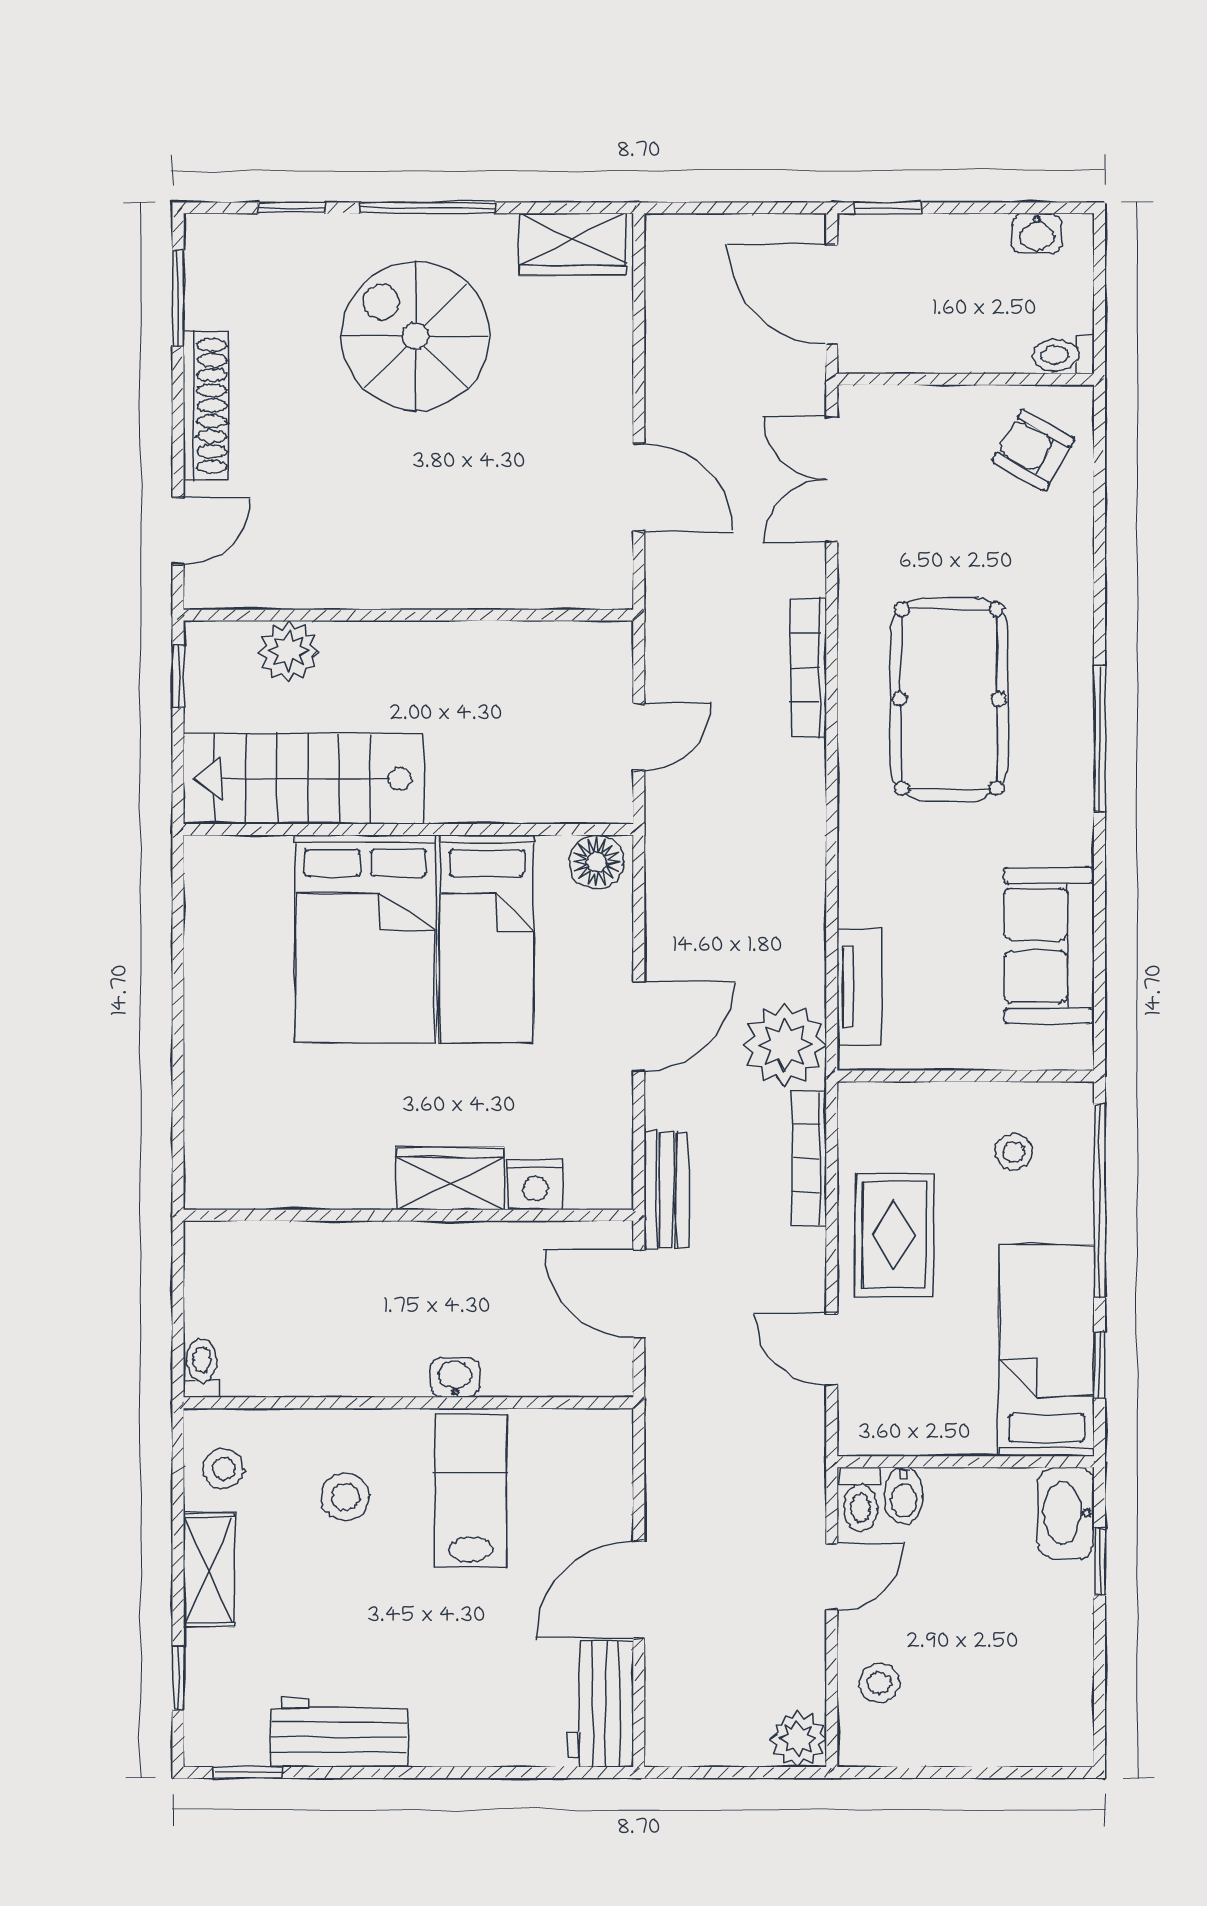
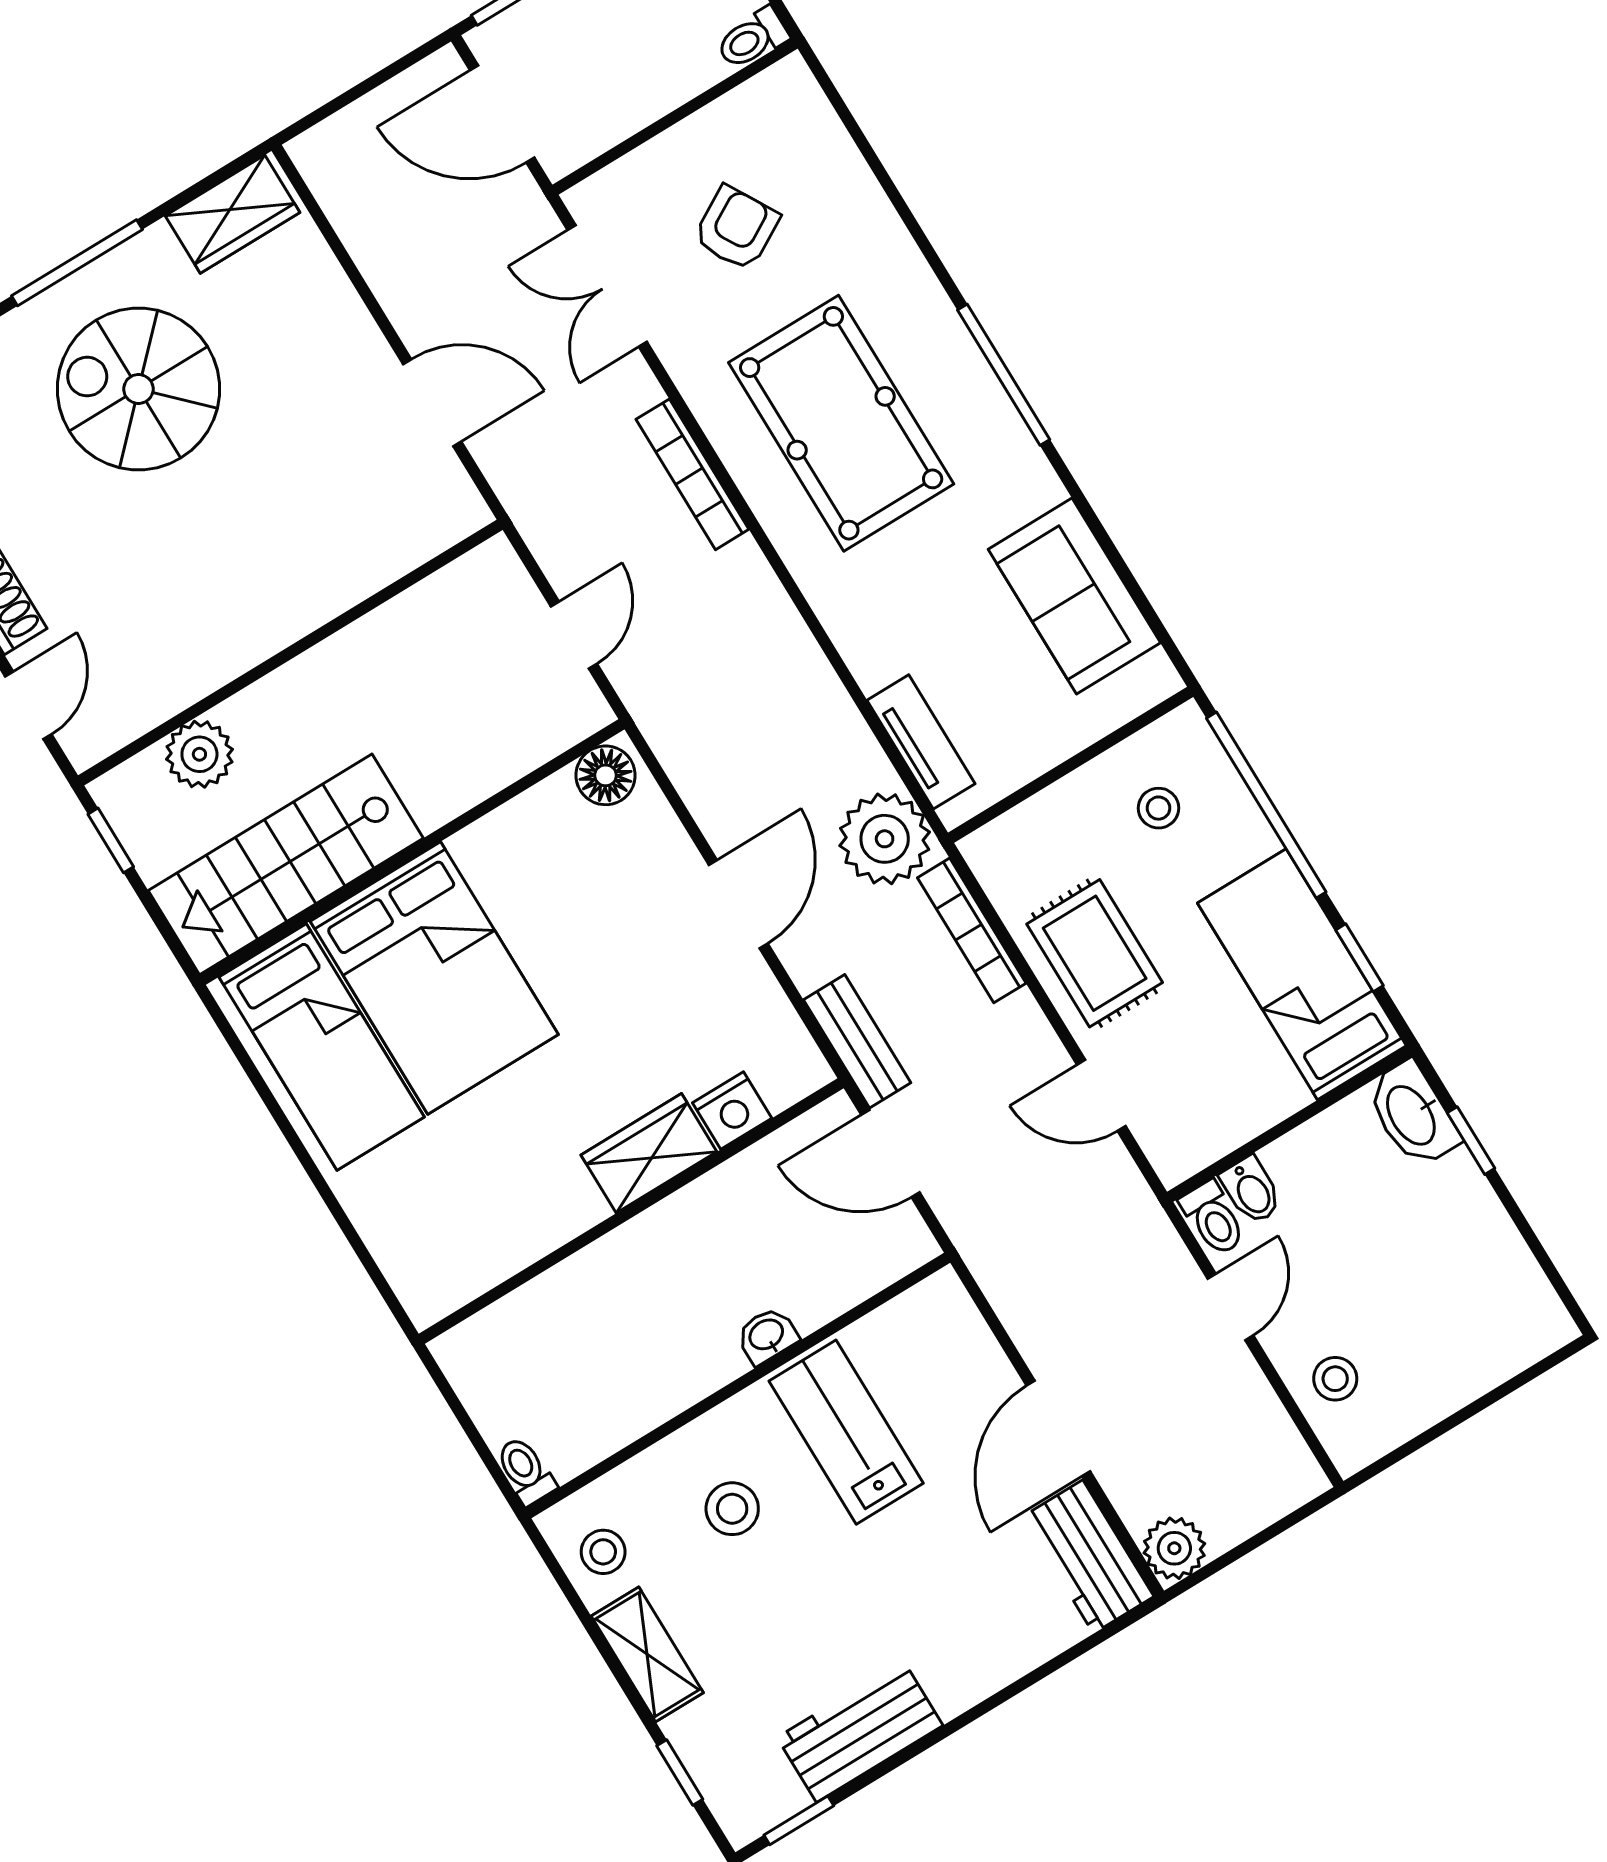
armchair: (1033, 450) -> (736, 228), moved, turned 120
bed: (487, 939) -> (322, 1047), moved
plant: (798, 1739) -> (1174, 1548), moved

